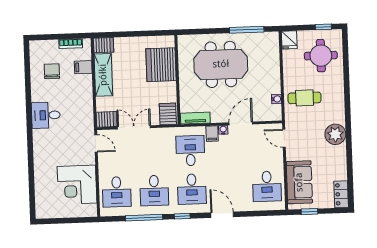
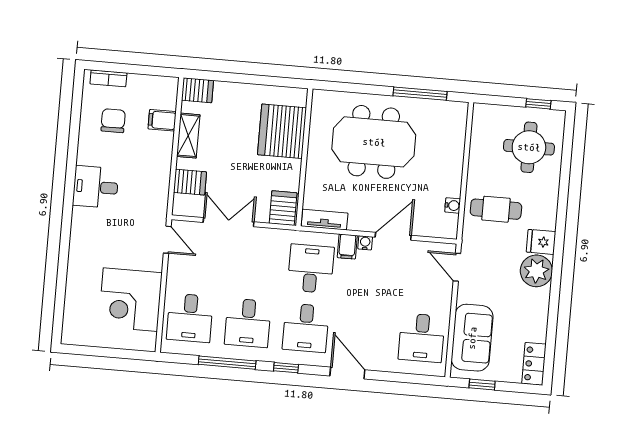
fridge: (289, 40) -> (541, 242), moved, turned 90
bookcase: (71, 44) -> (108, 78), moved
shelving: (103, 75) -> (188, 136), width x0.67, depth x0.75
server rack: (107, 119) -> (190, 182), moved

